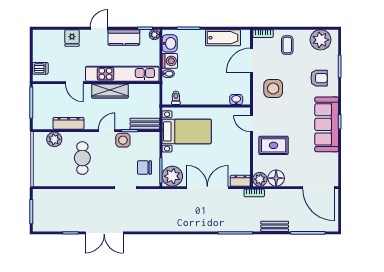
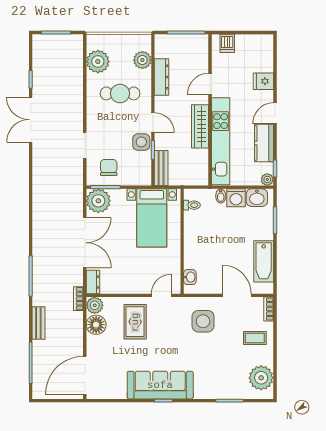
door: (99, 28) -> (275, 113), swing flipped
armchair: (319, 78) -> (215, 376), removed
plant: (56, 177) -> (98, 62), added

